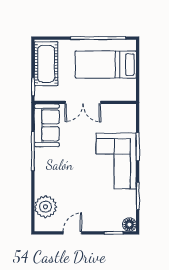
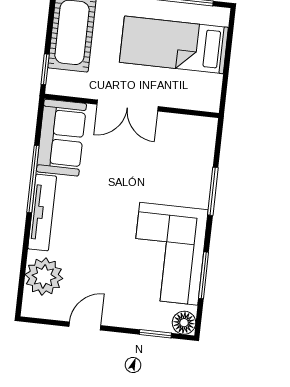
corner sofa: (116, 161) -> (169, 254), moved
tv unit: (40, 170) -> (42, 212), added

